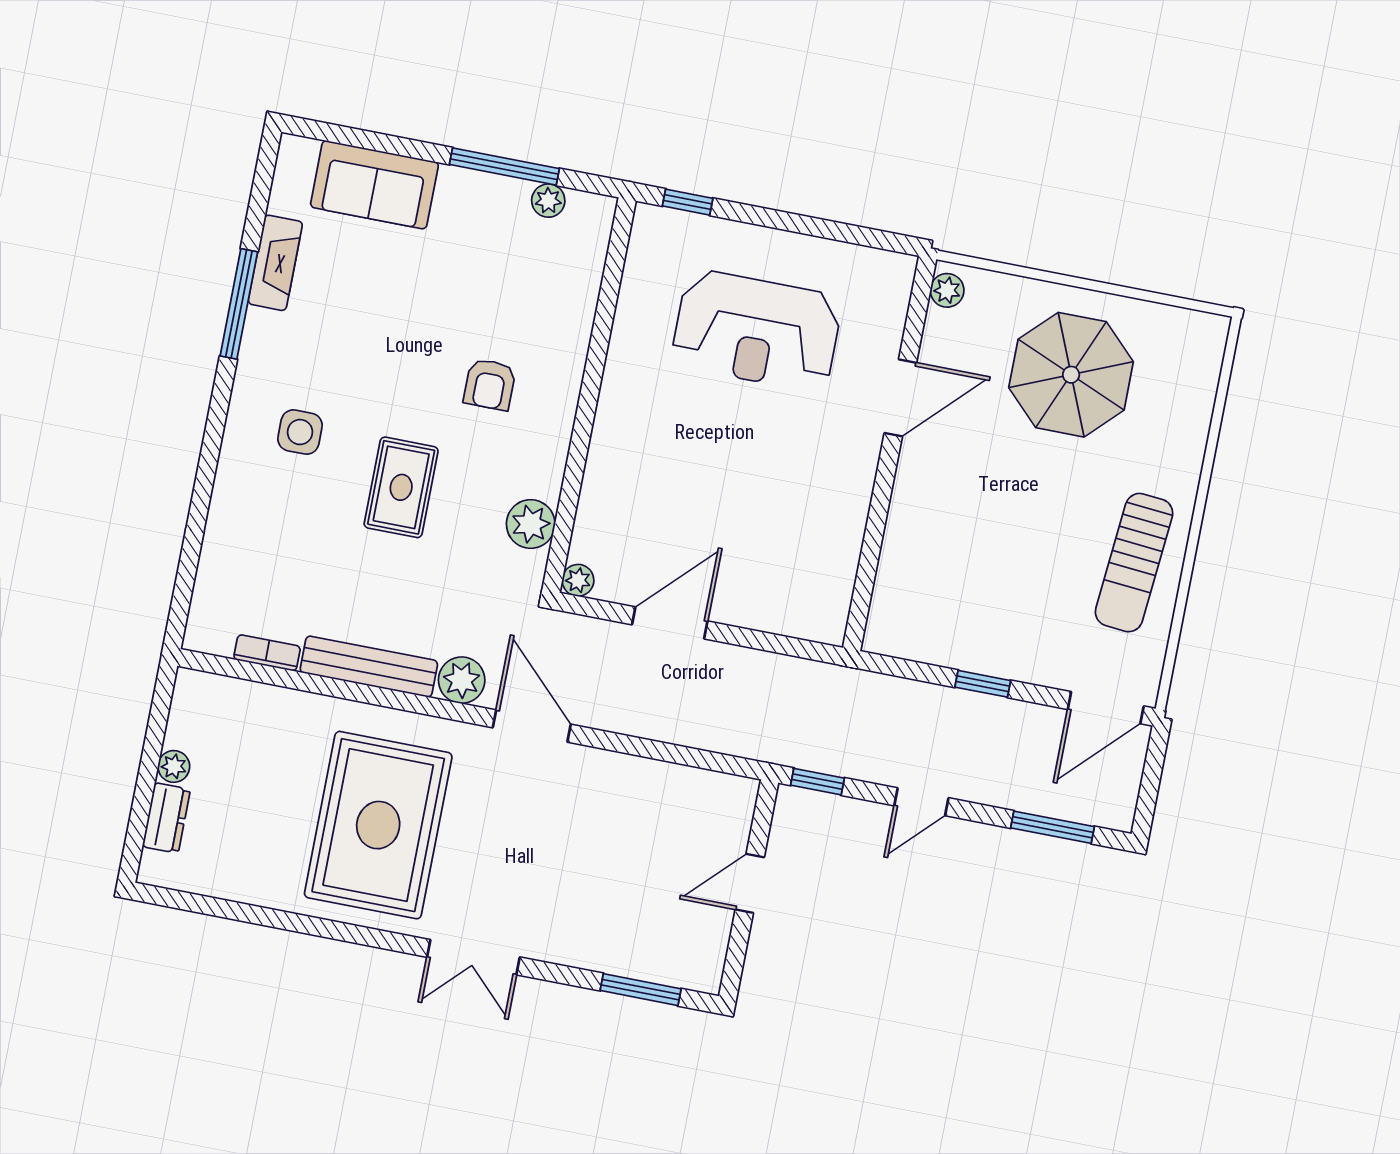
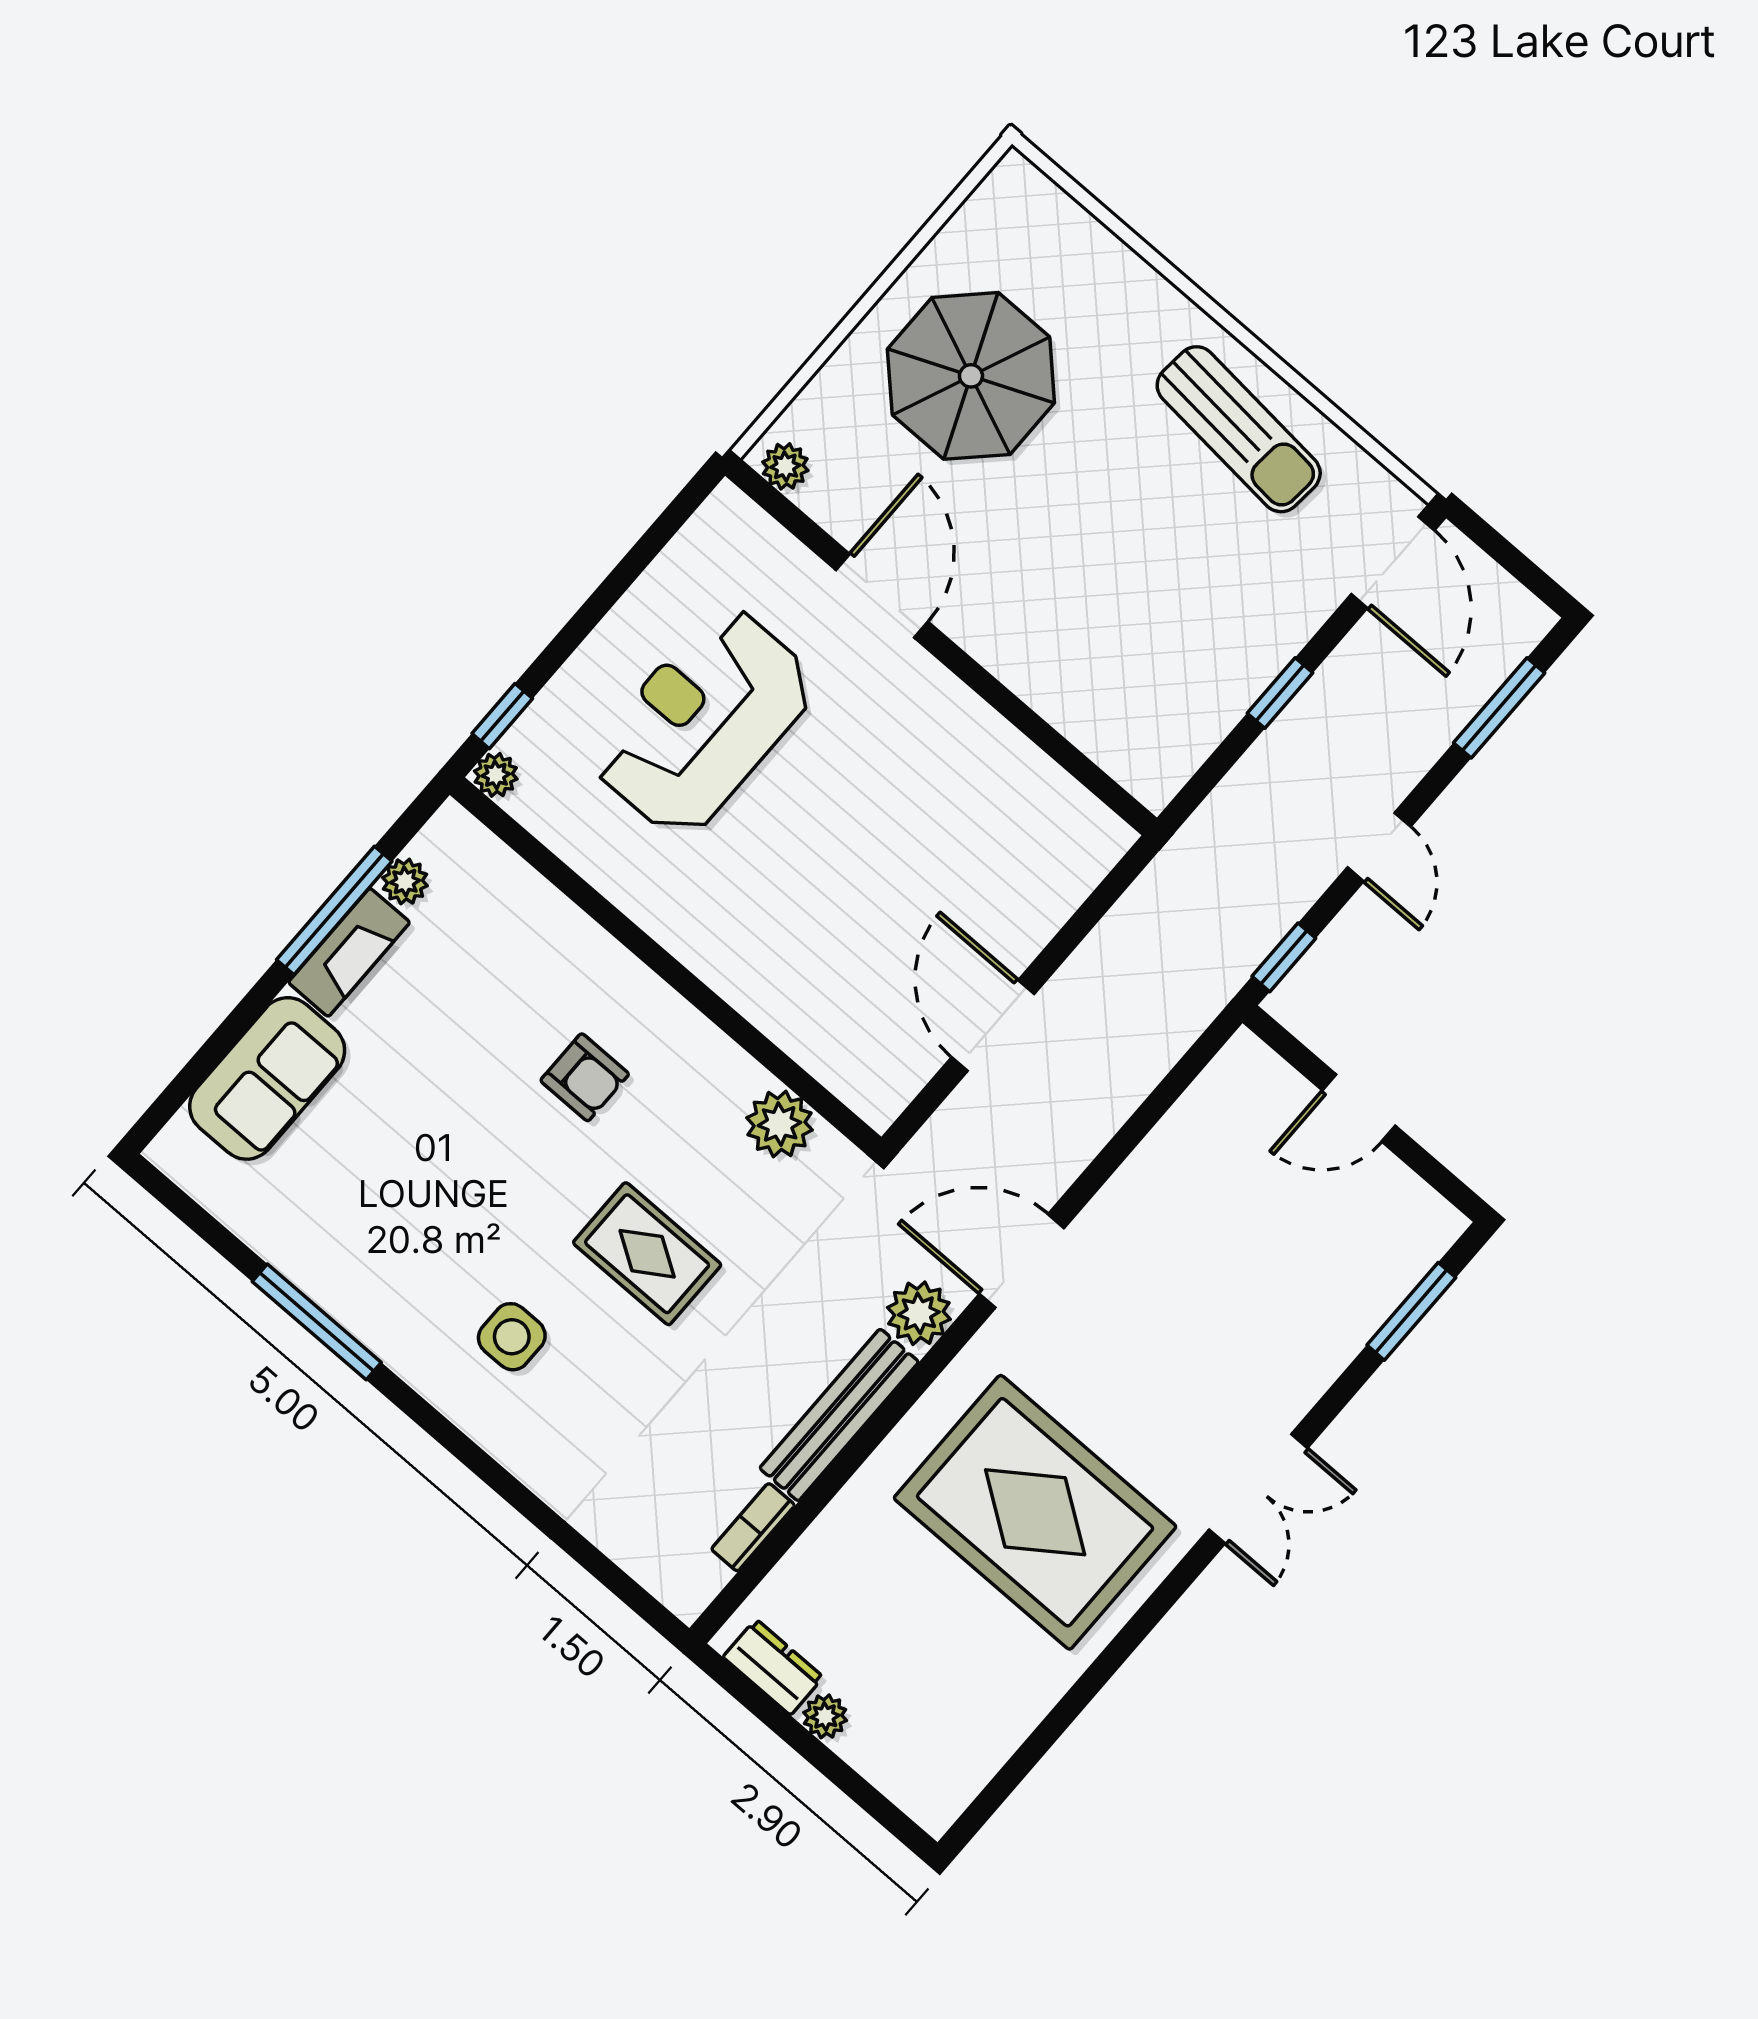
fireplace: (275, 263) -> (349, 952), moved, turned 90
reception desk: (757, 331) -> (703, 721), turned 180
plant: (578, 580) -> (496, 775), moved
dresser: (166, 818) -> (773, 1667), moved
door: (750, 883) -> (1359, 1108), hinge flipped

